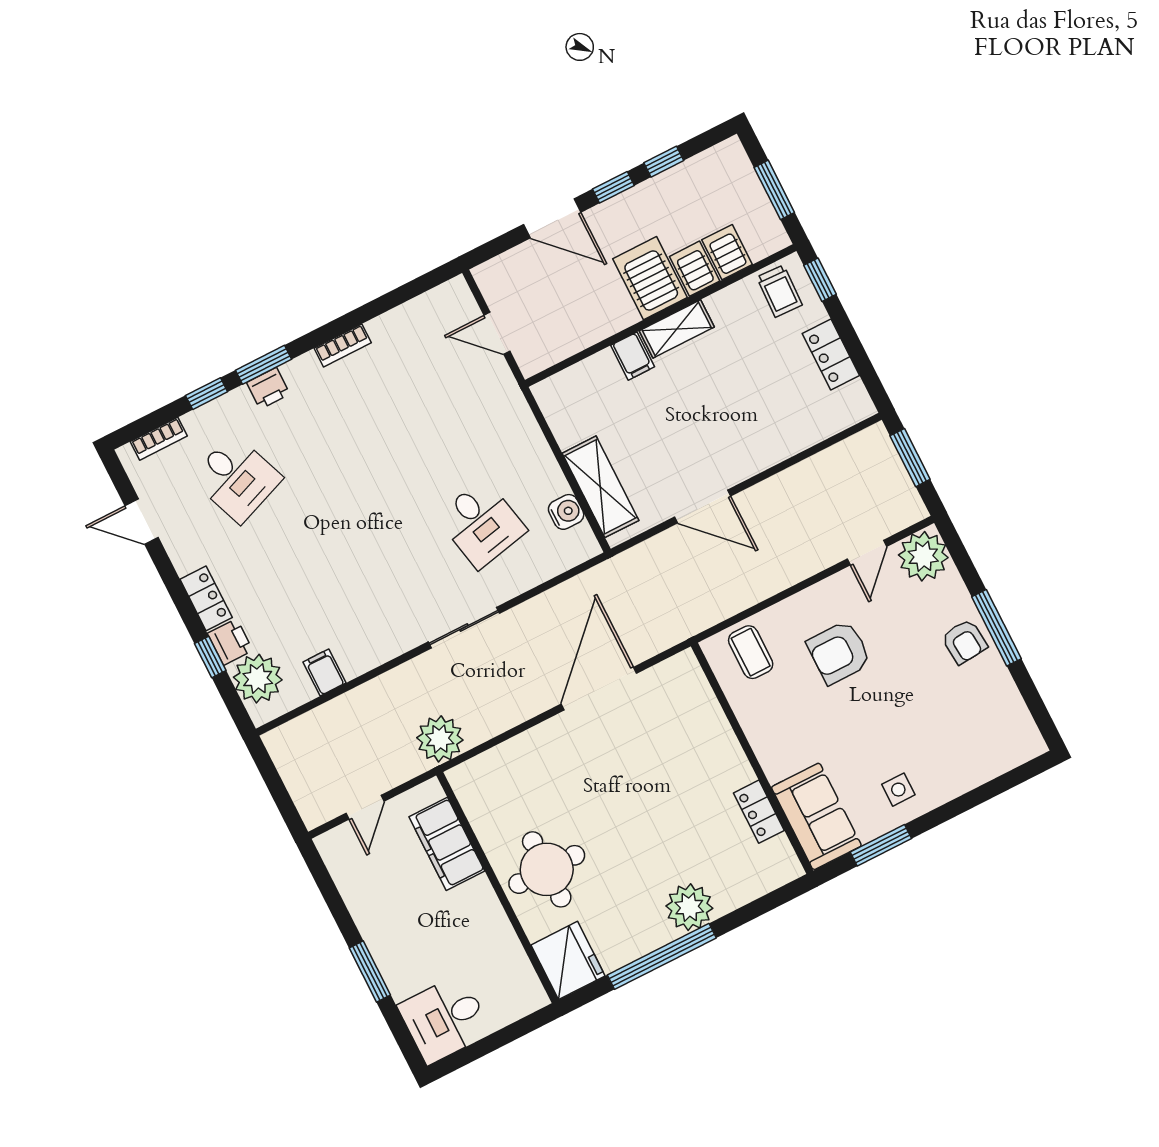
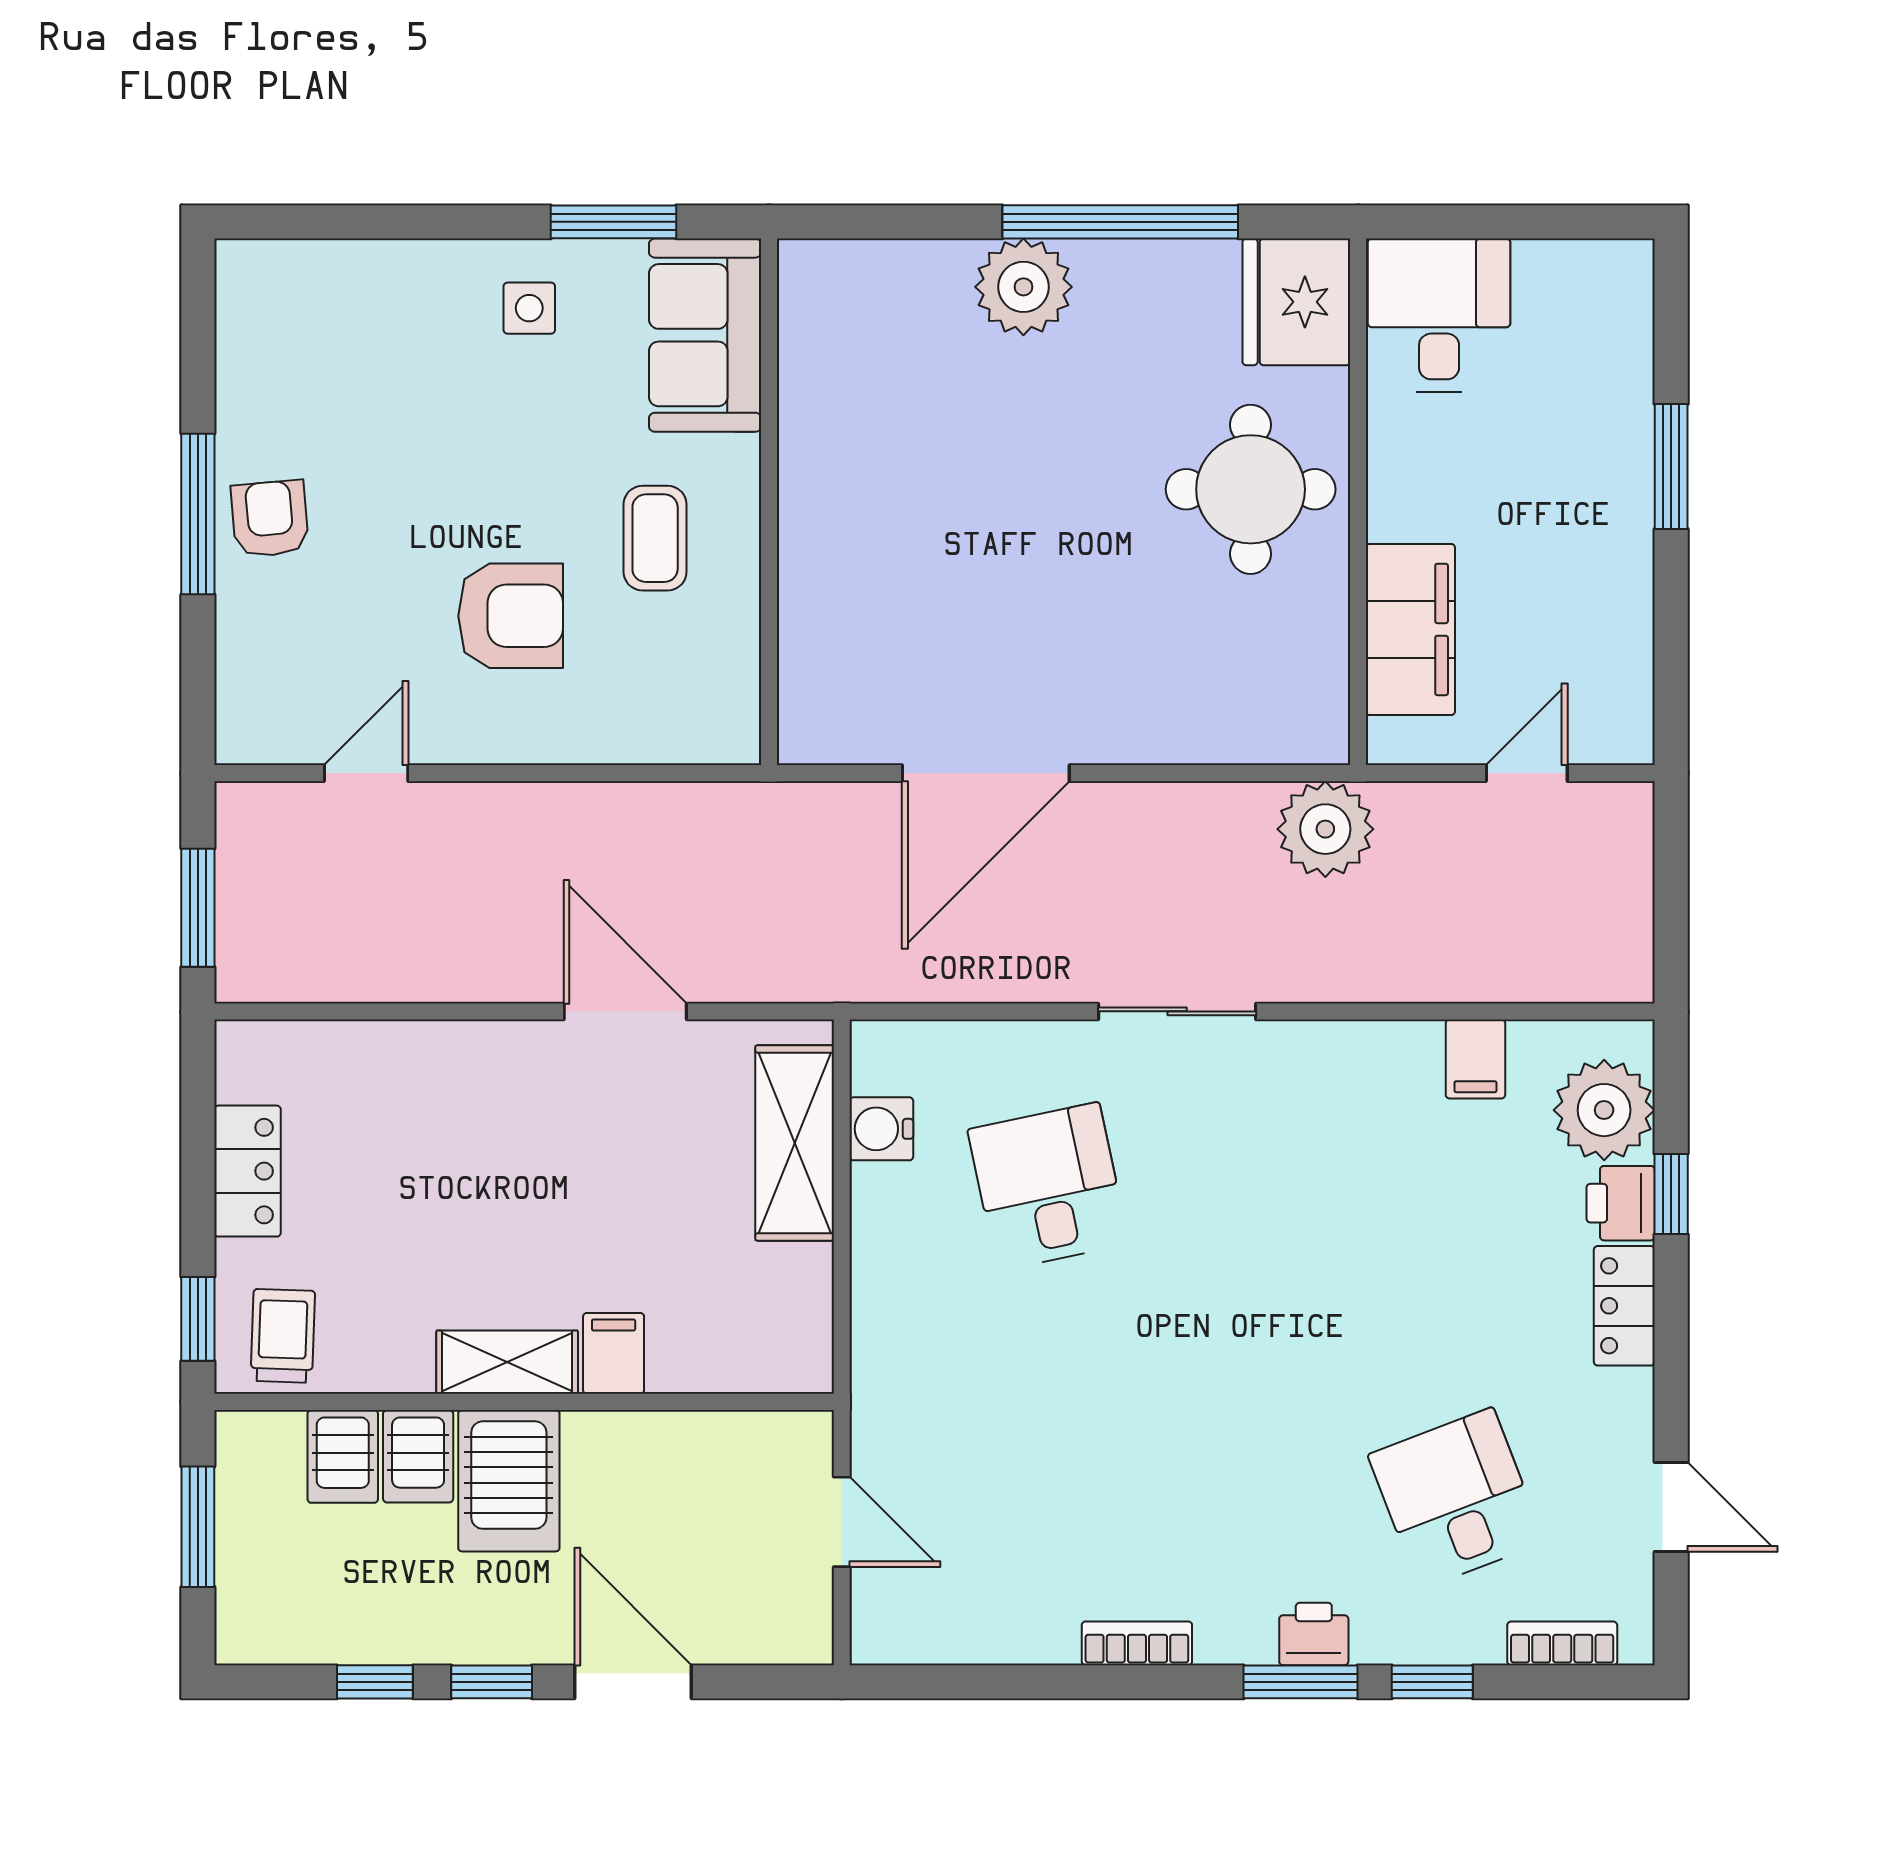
plant: (923, 556) -> (266, 714), removed
coffee table: (751, 652) -> (655, 538), moved
locker: (759, 812) -> (806, 397), removed
desk: (445, 1019) -> (1439, 315), moved, turned -90

